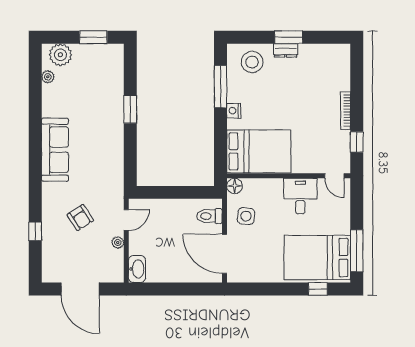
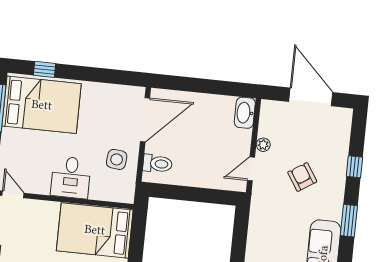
window: (35, 183) -> (349, 221), added
floor lamp: (235, 186) -> (126, 195), removed
desk: (300, 196) -> (71, 177), moved
door: (224, 254) -> (145, 120), hinge flipped

